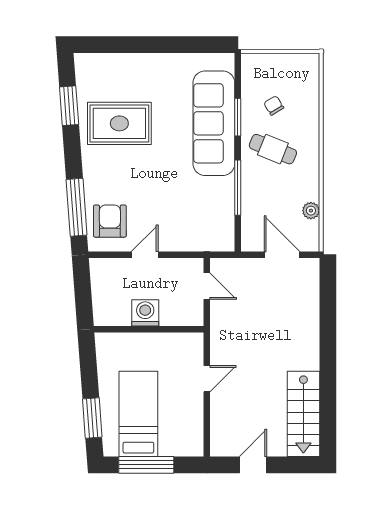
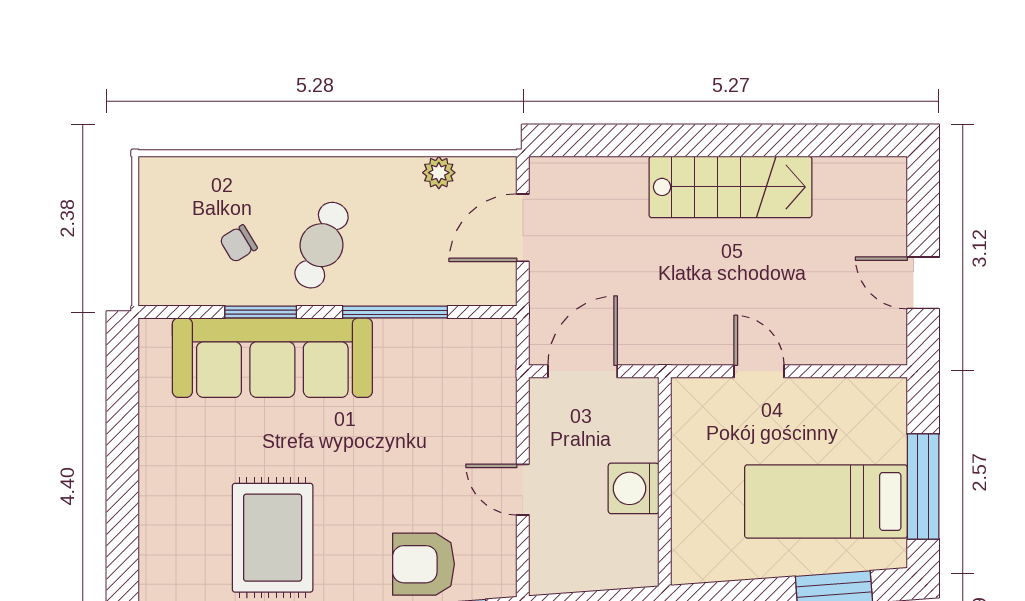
armchair: (110, 221) -> (424, 564), moved
door: (207, 286) -> (583, 371), width x1.38
stairs: (303, 414) -> (730, 187), moved

